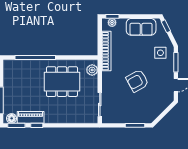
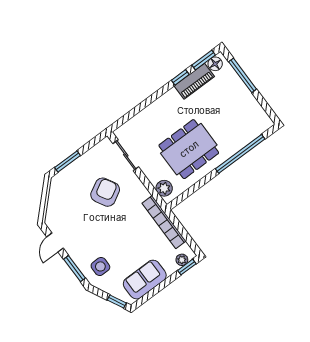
armchair: (137, 81) -> (105, 192), moved

